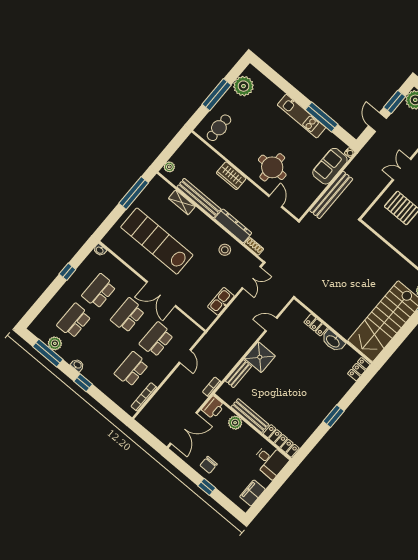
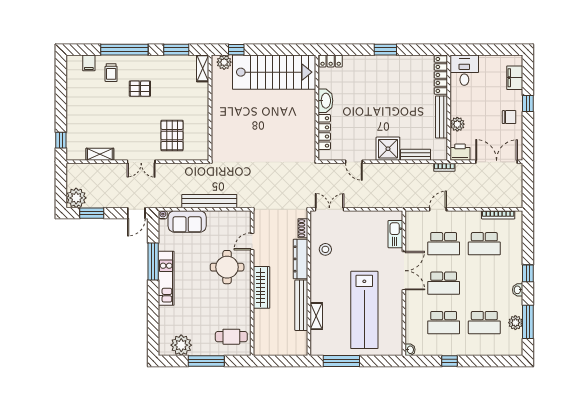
door: (377, 122) -> (136, 213), moved
plant: (169, 167) -> (296, 350), removed
wardrobe: (231, 176) -> (262, 287), width x1.50
kitchen sink: (221, 301) -> (395, 234), moved, turned 90
locker: (316, 325) -> (324, 132), width x1.53
filing cabinet: (252, 493) -> (515, 78), moved, turned 90

